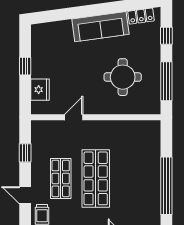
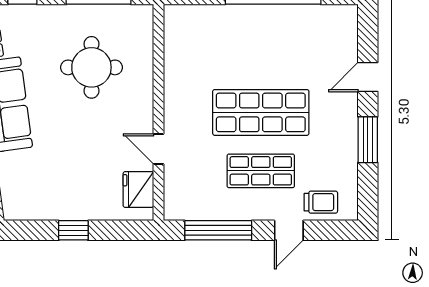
fridge: (40, 90) -> (138, 190), moved, turned -90
window: (25, 153) -> (218, 230), width x2.17

